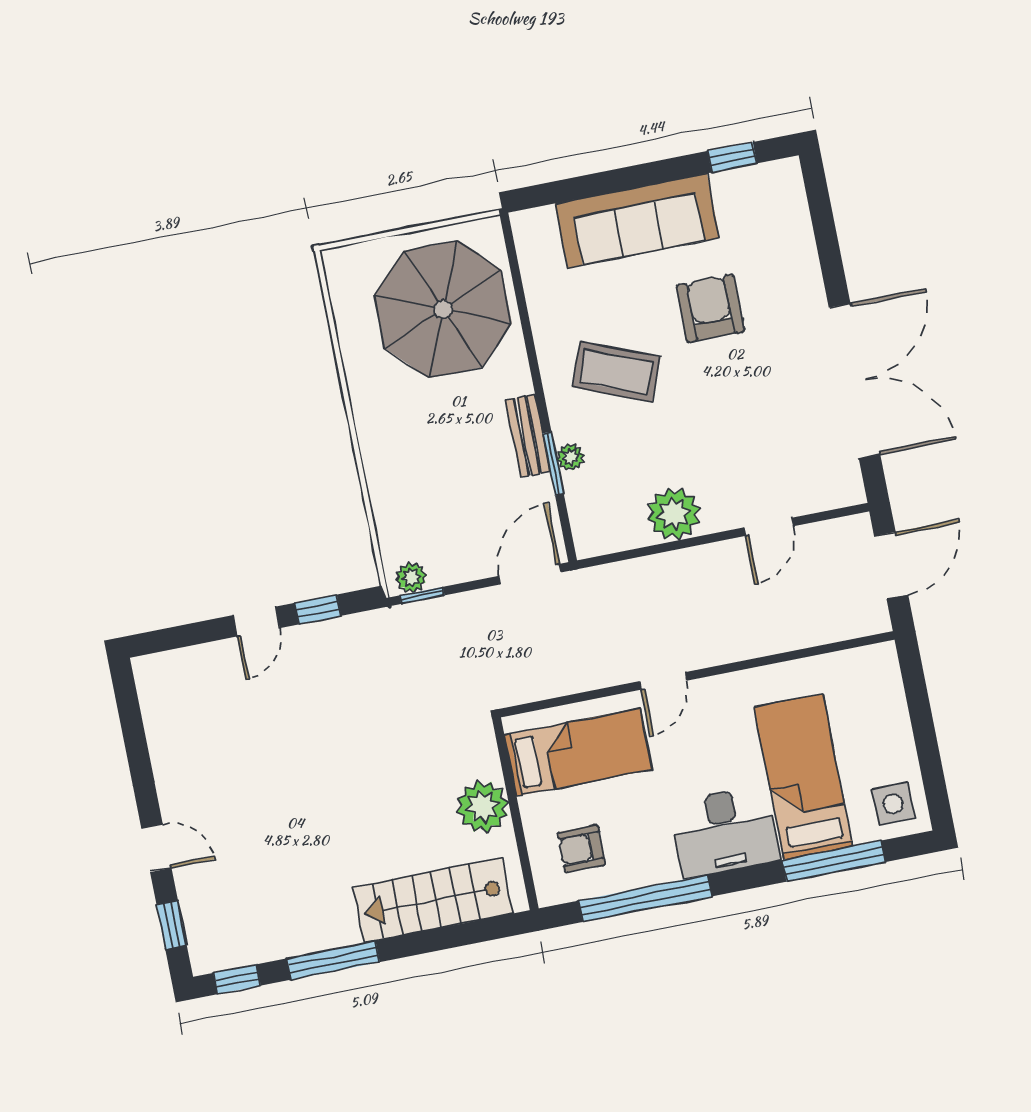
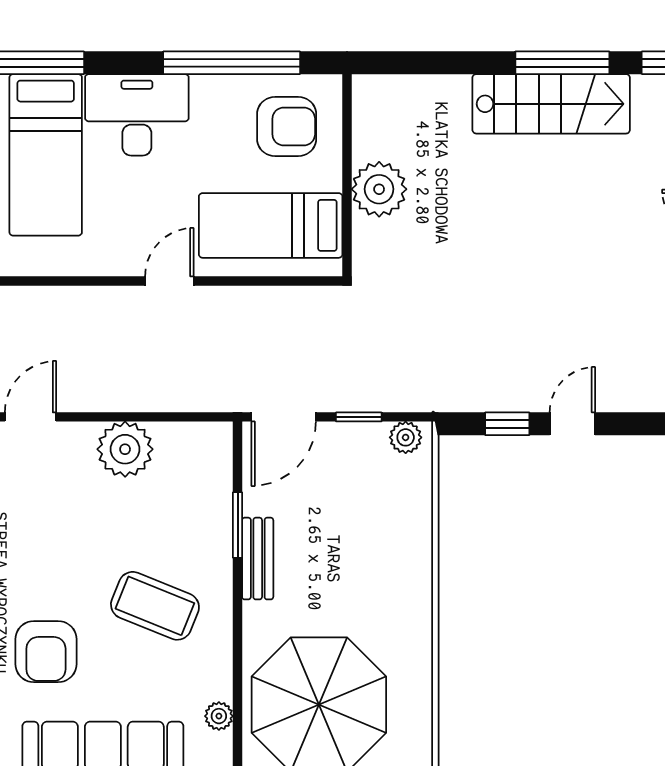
plant: (570, 457) -> (219, 716), moved
window: (422, 595) -> (359, 417), moved
armchair: (581, 849) -> (287, 127), width x1.38, depth x1.38
stairs: (433, 900) -> (551, 104), moved

